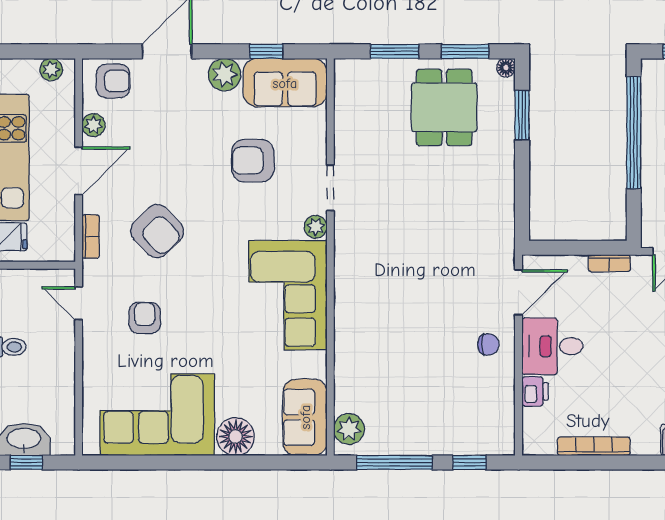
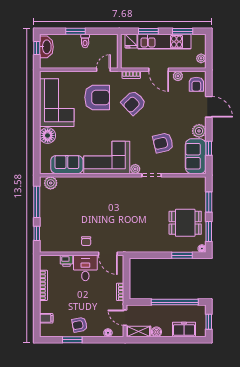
armchair: (253, 161) -> (163, 143), turned -103
armchair: (145, 318) -> (97, 97), width x1.88, depth x1.88
sofa: (305, 417) -> (67, 165), moved

